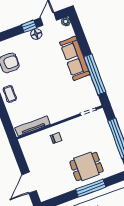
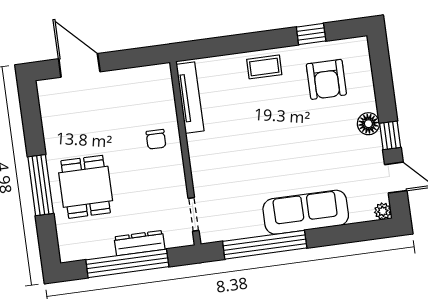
floor lamp: (36, 34) -> (368, 124), moved
dresser: (108, 135) -> (139, 243), added

